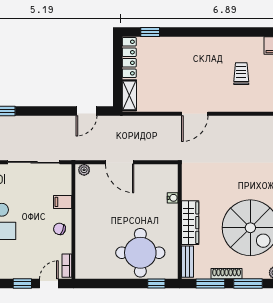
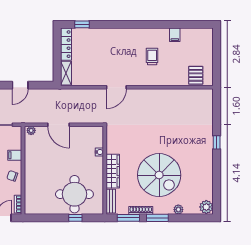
door: (86, 111) -> (20, 85), moved
window: (156, 283) -> (75, 218), moved

